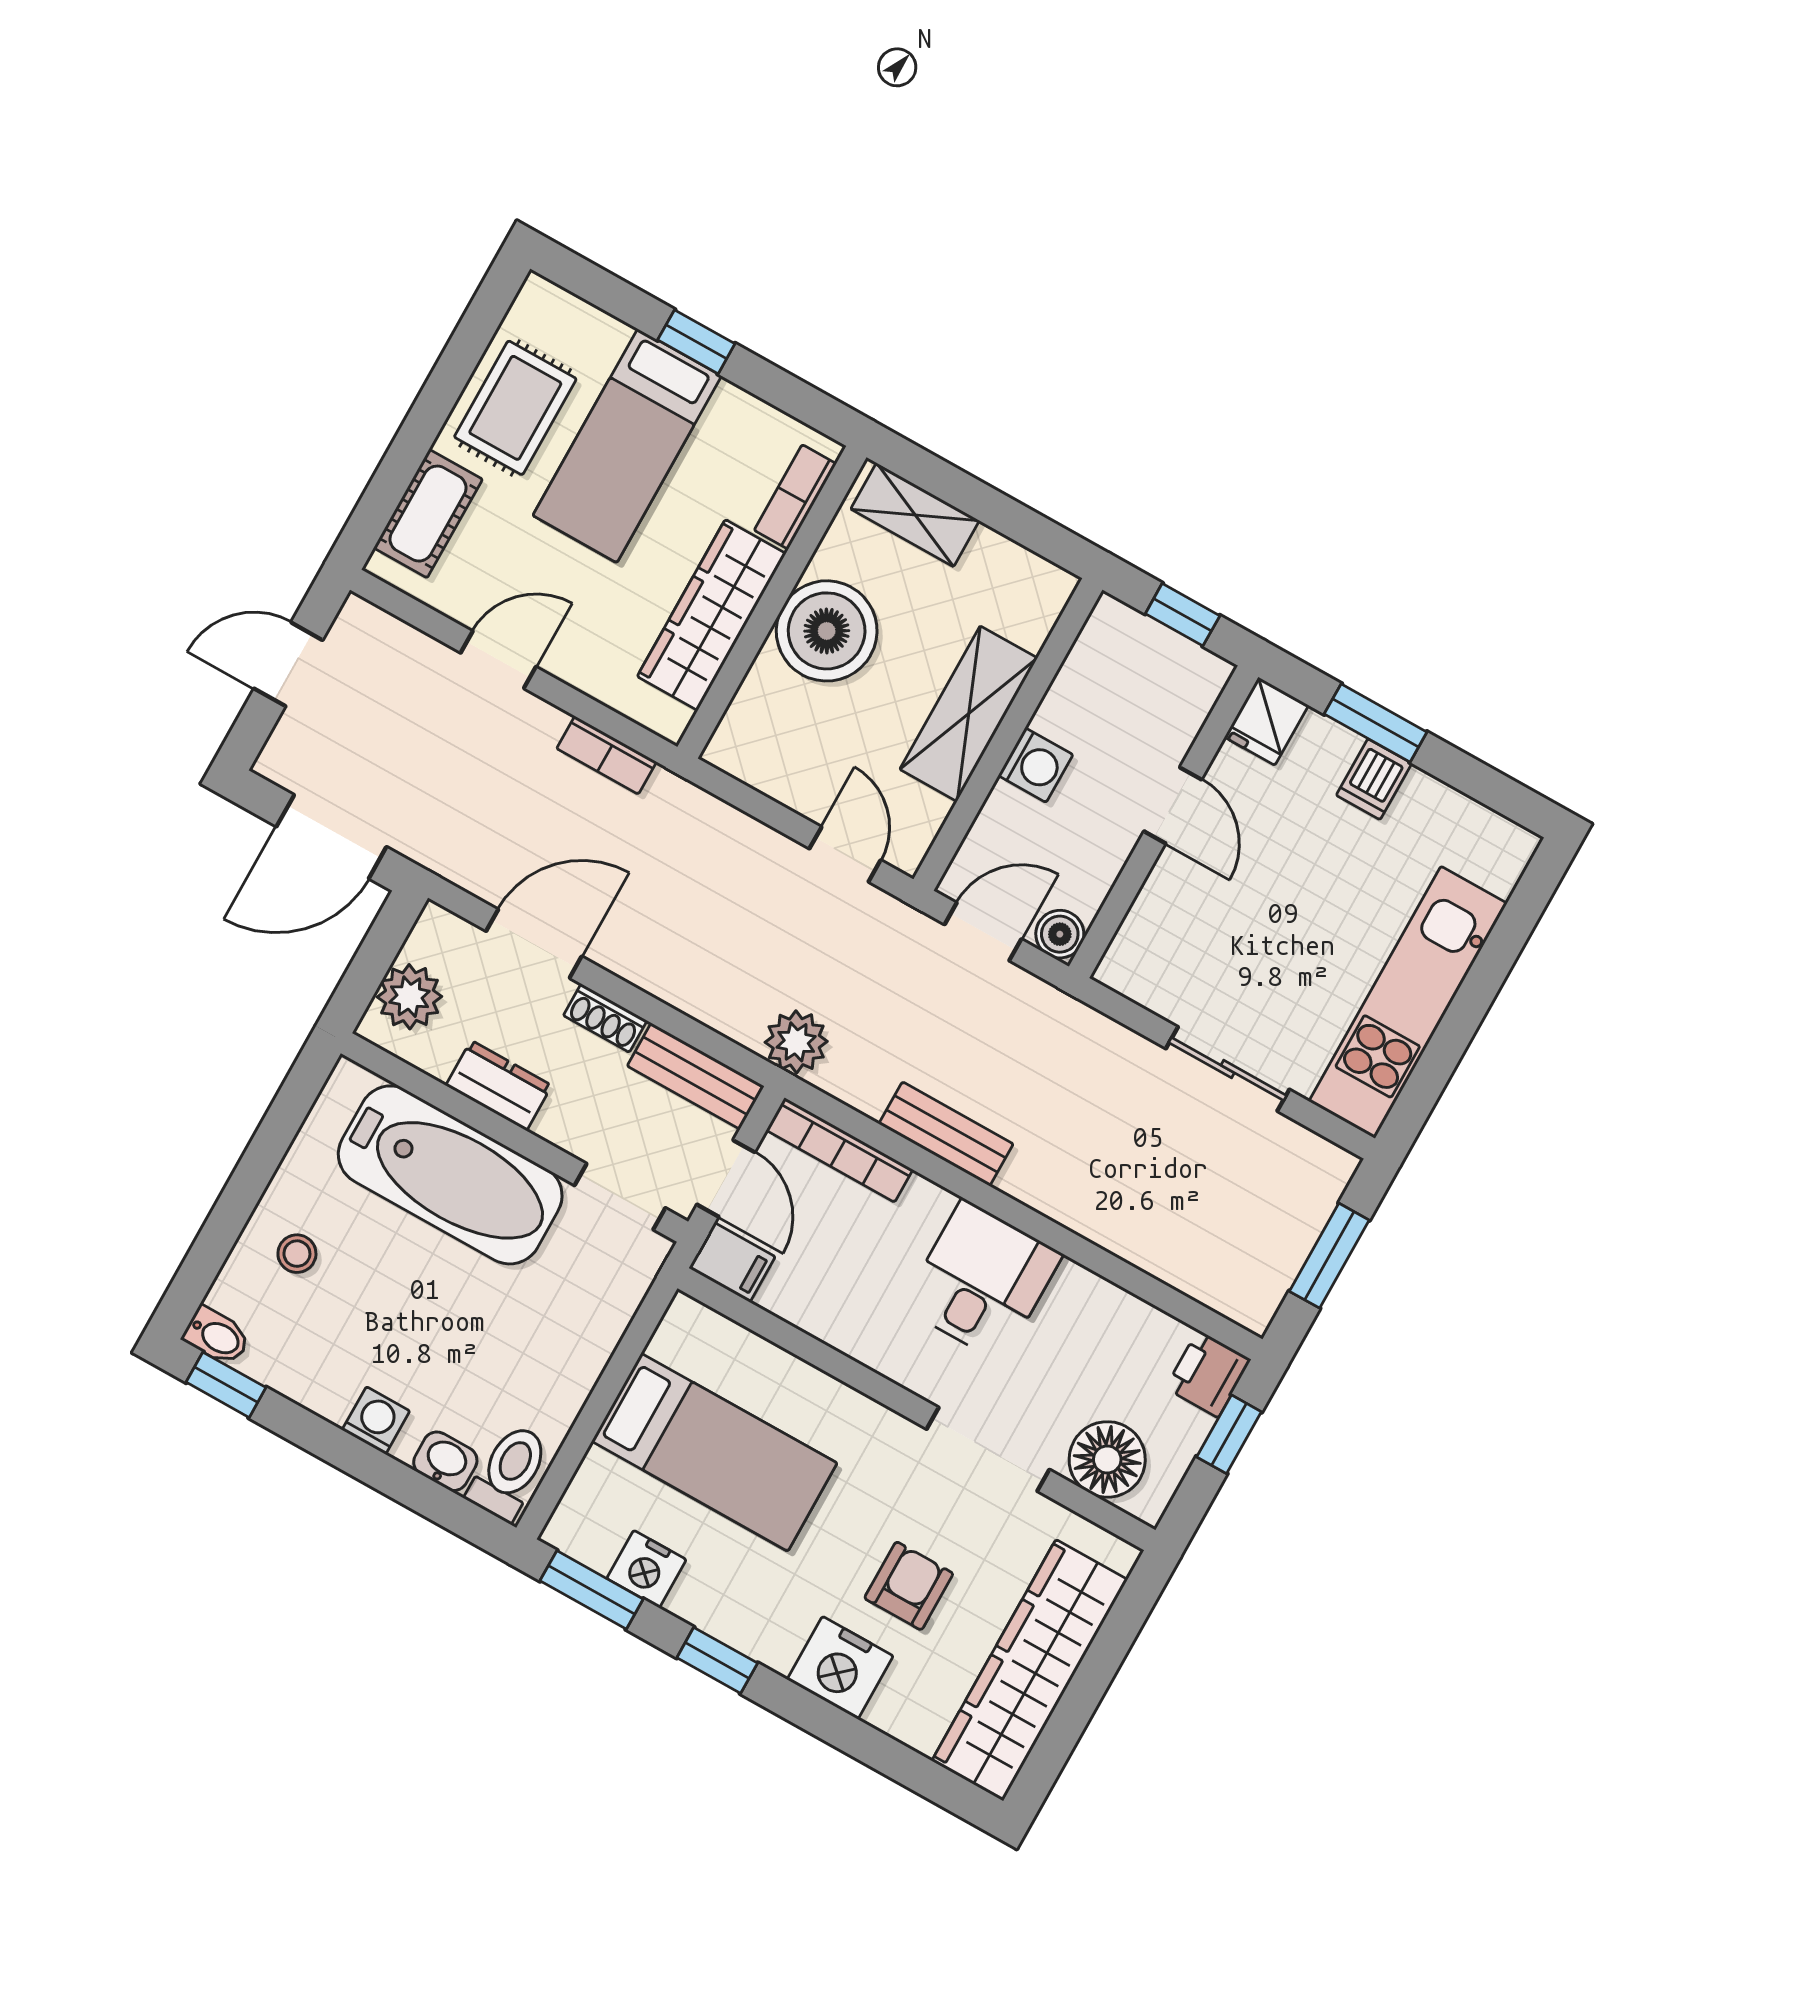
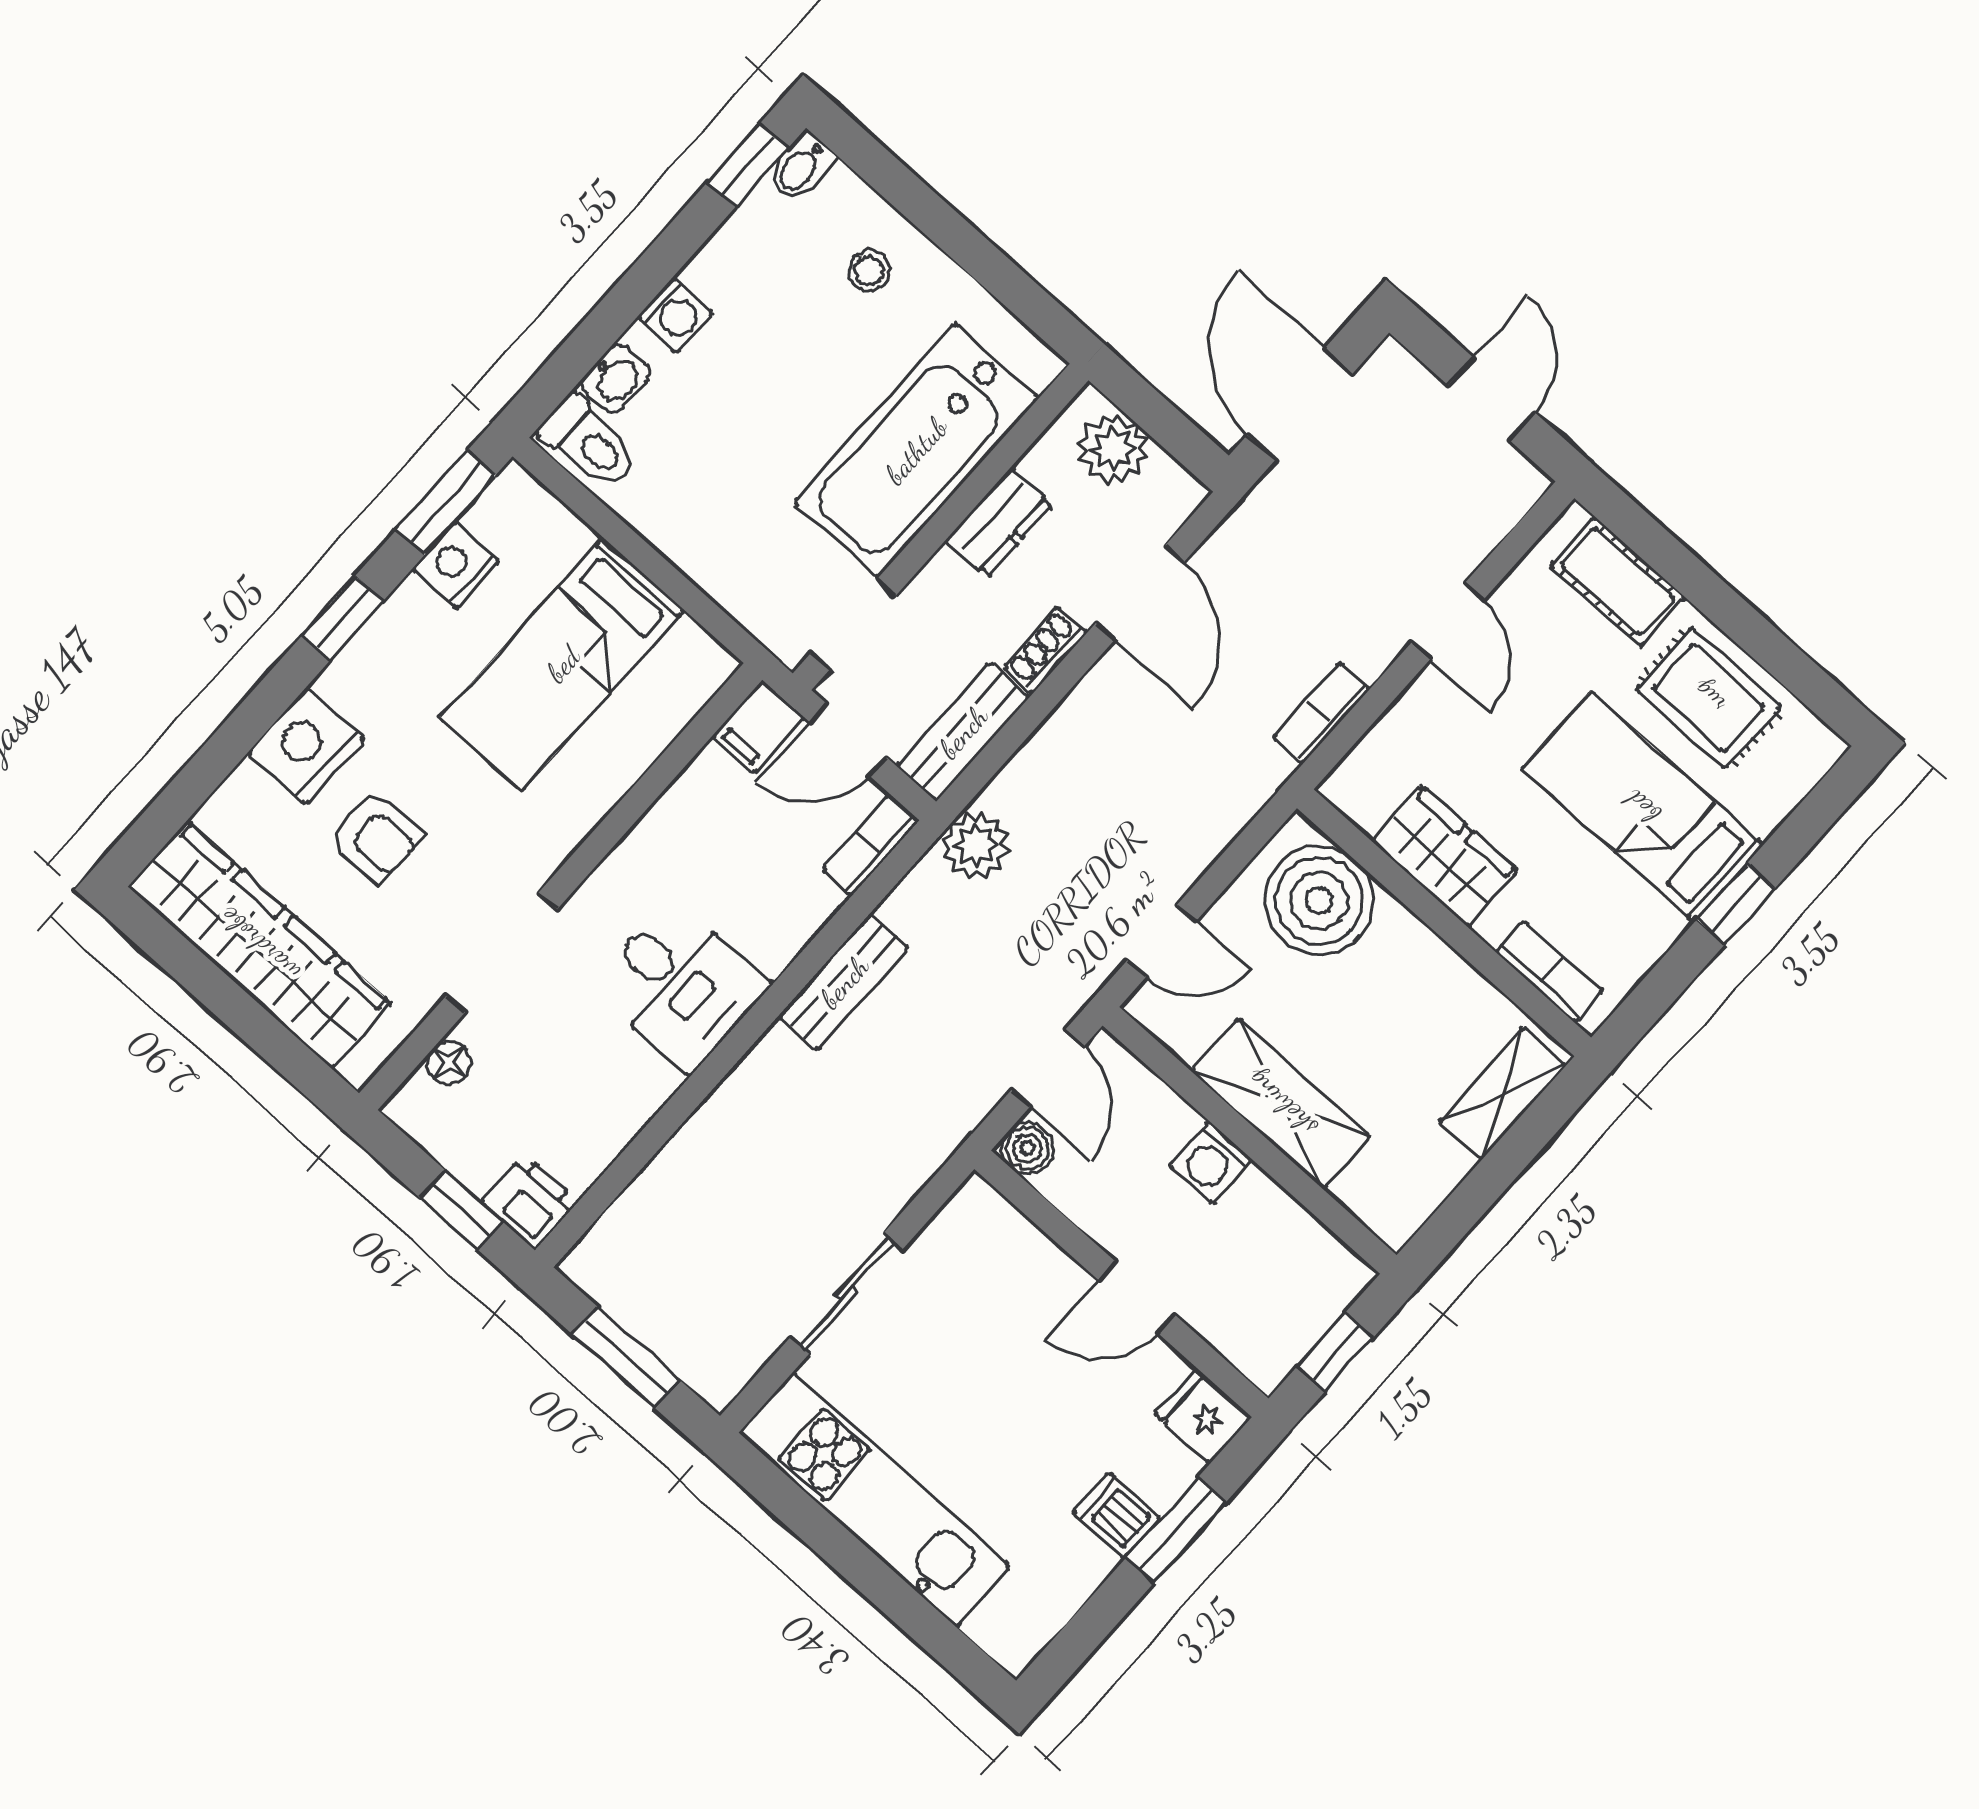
wardrobe: (712, 615) -> (1445, 856), width x0.67
boiler: (827, 631) -> (1319, 900), moved
bookcase: (840, 1150) -> (870, 845), width x0.64
floor lamp: (1107, 1459) -> (449, 1063), width x0.53, depth x0.53

